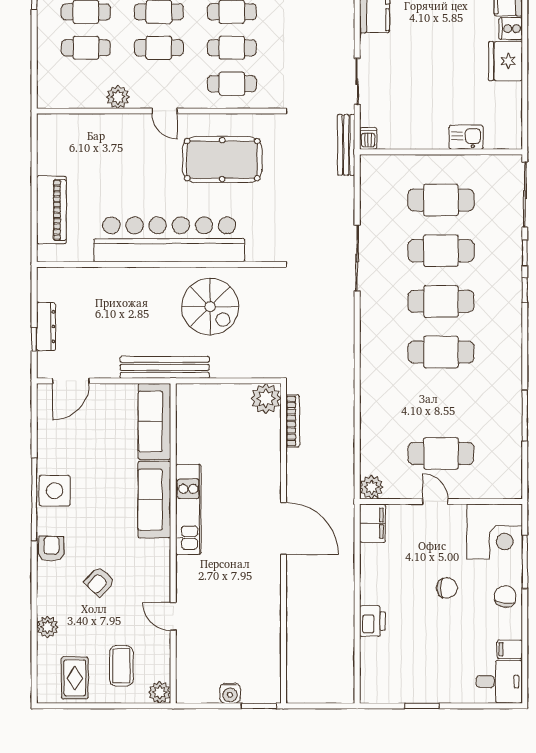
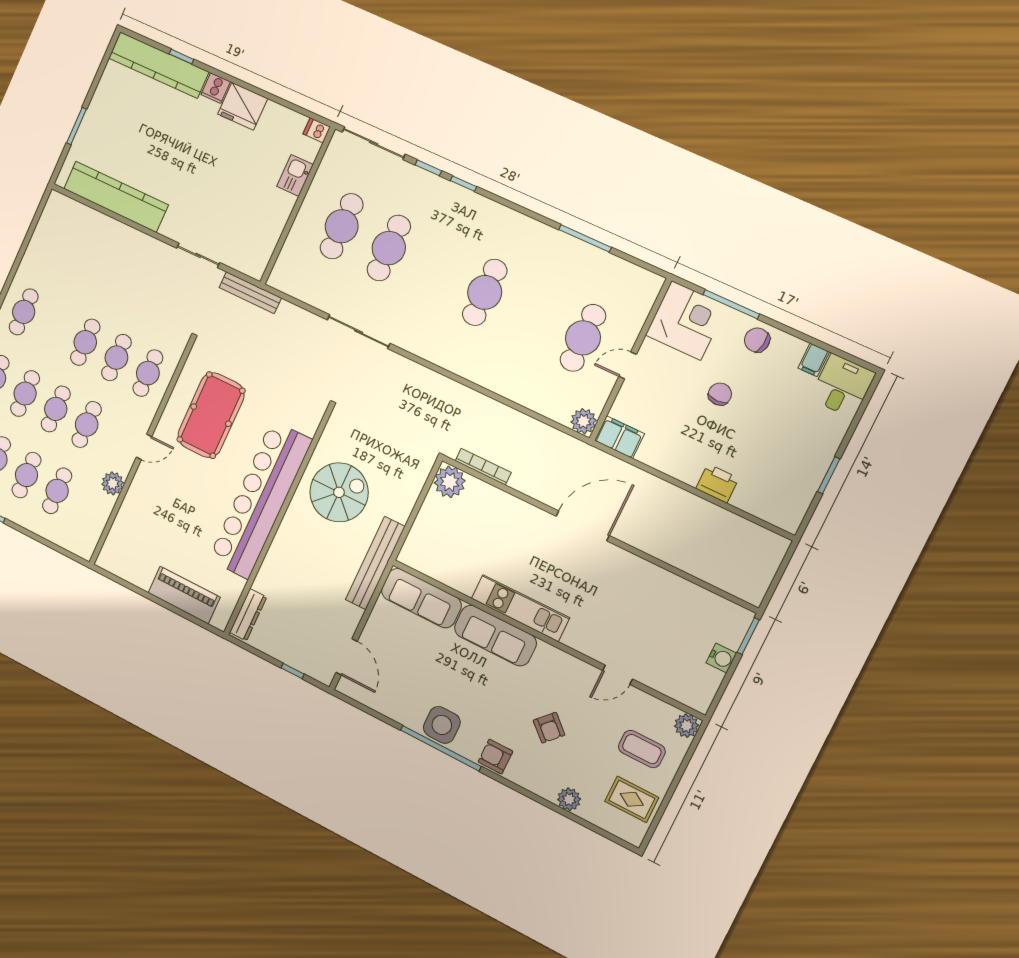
dishwasher: (368, 138) -> (317, 130), moved
cafe table: (441, 301) -> (436, 270), removed
dresser: (46, 327) -> (248, 615), moved, turned 90

